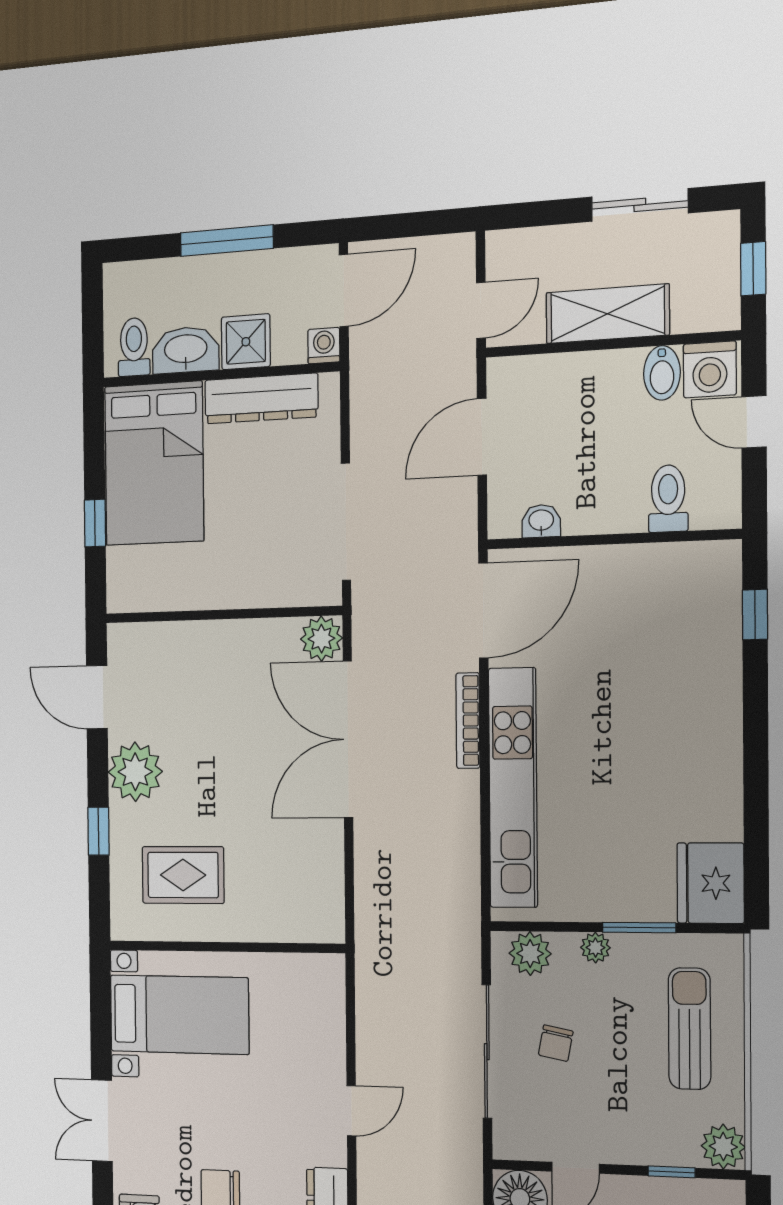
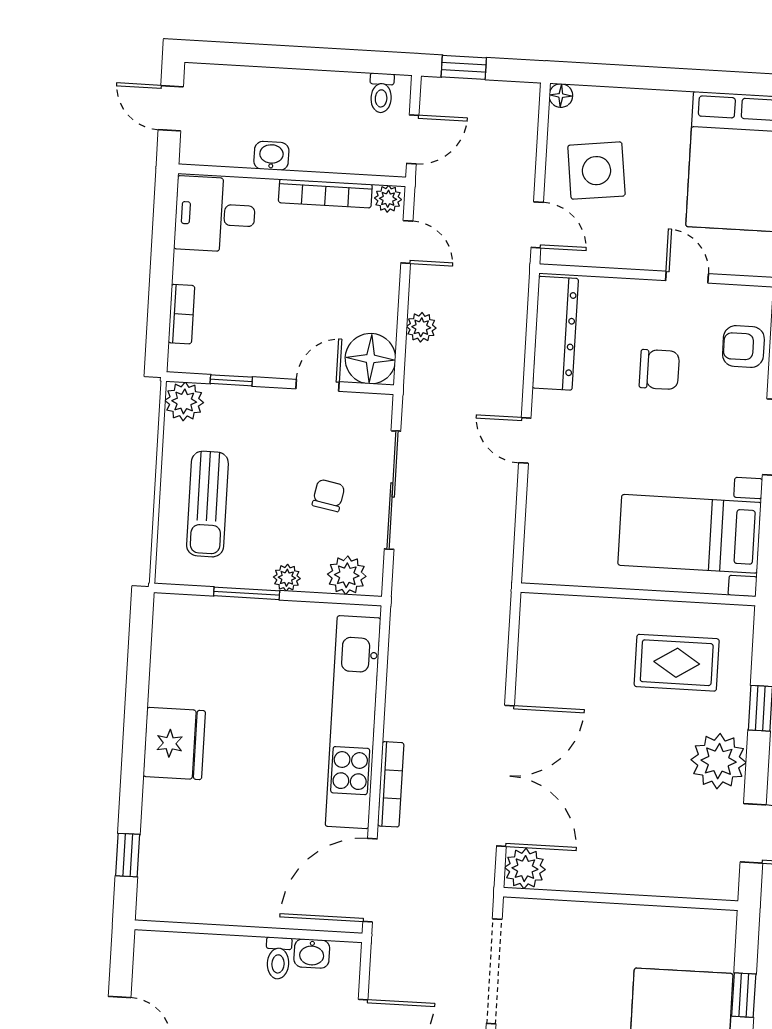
toilet: (668, 498) -> (278, 958), moved, width x0.73, depth x0.72
fridge: (711, 883) -> (174, 744), moved
door: (351, 1111) -> (525, 440), hinge flipped

